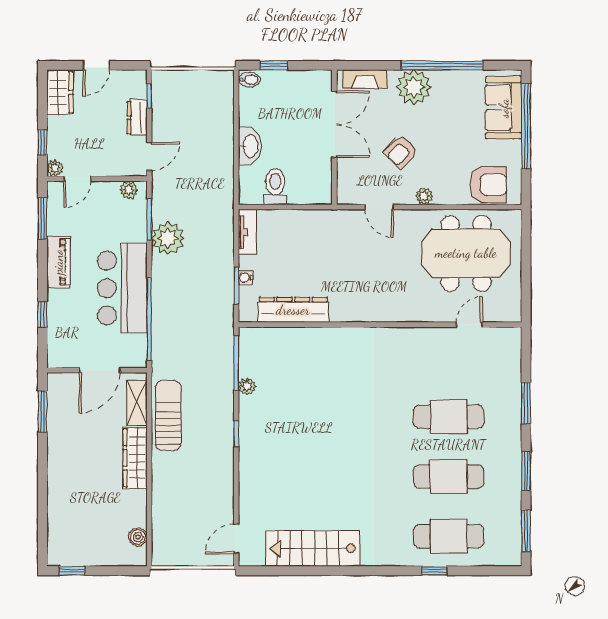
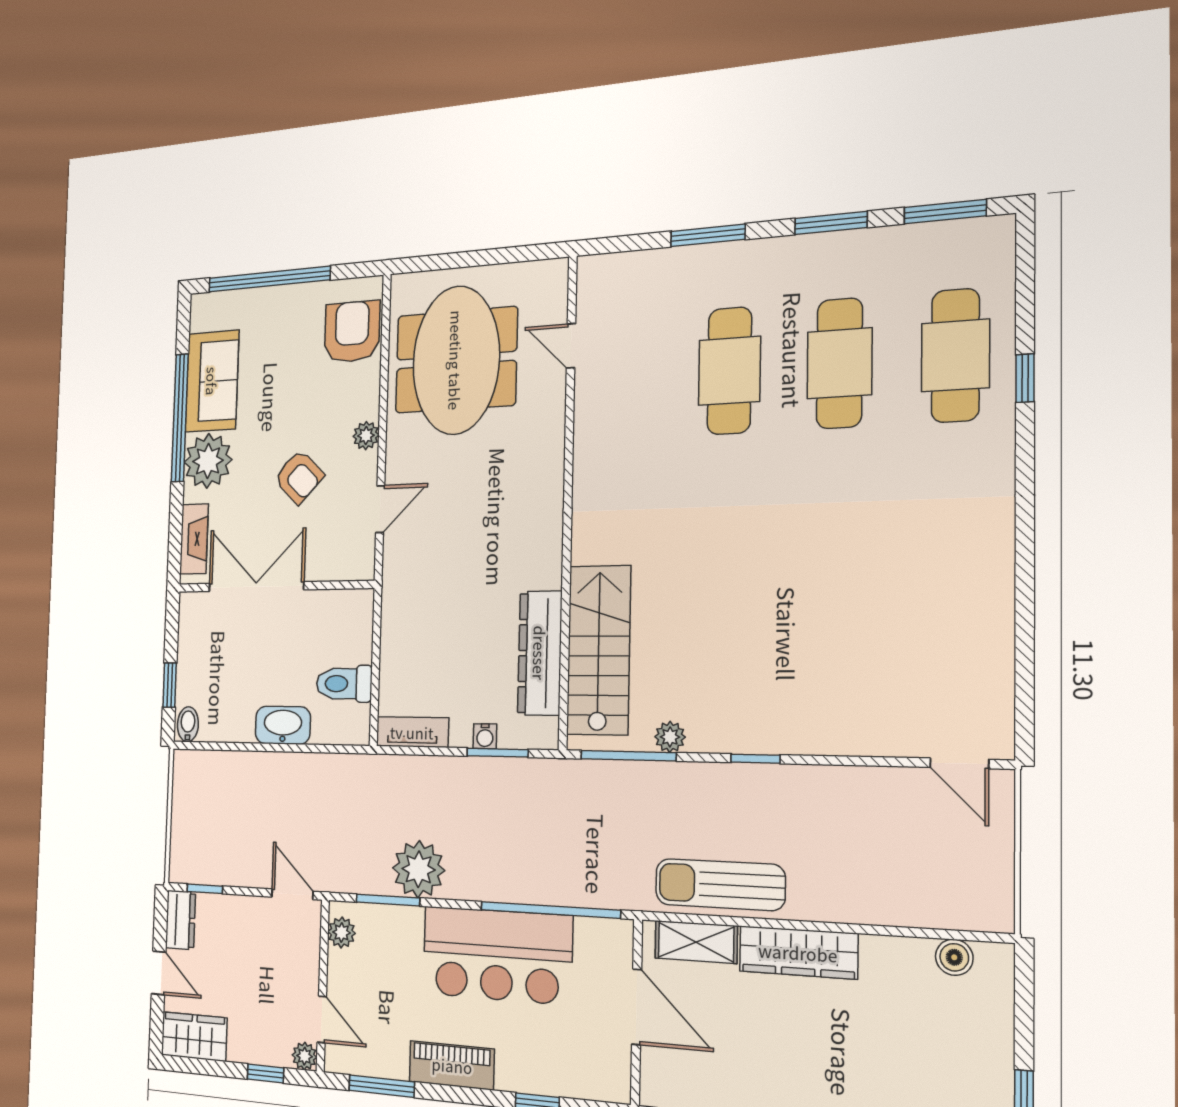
sofa: (504, 108) -> (212, 381), moved, turned -90
dresser: (137, 118) -> (181, 920), moved, turned -90
stairs: (313, 548) -> (599, 650), moved, turned 180

